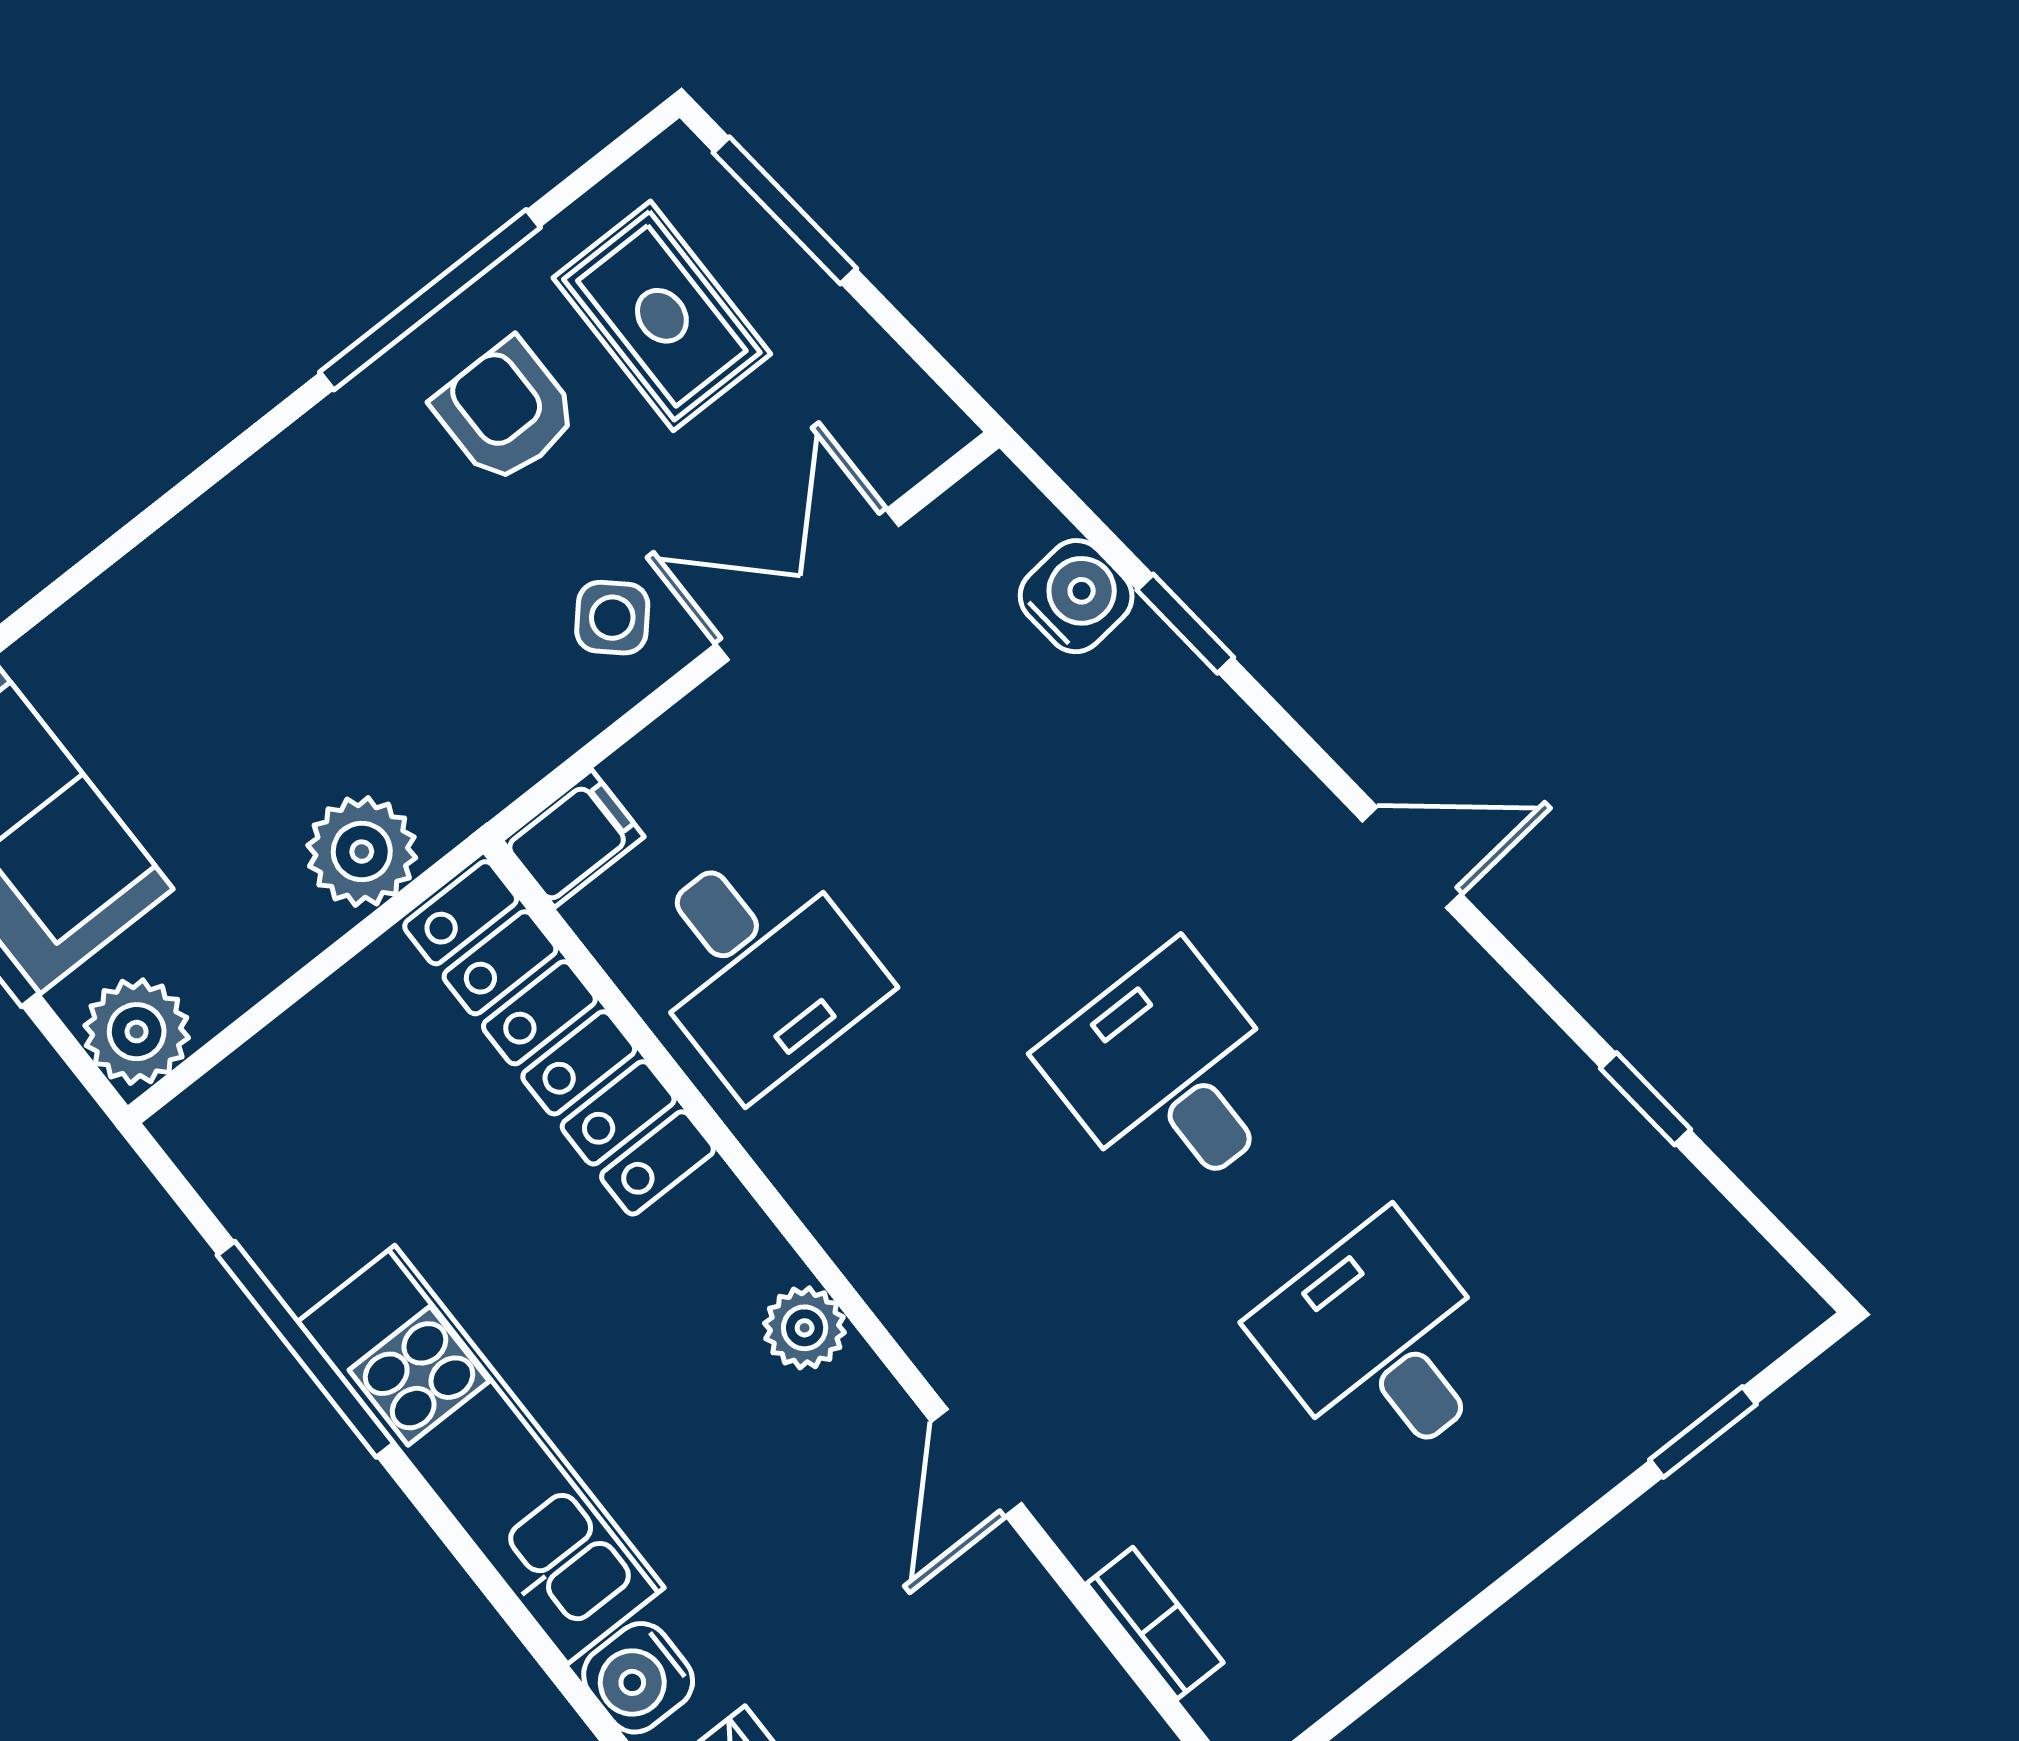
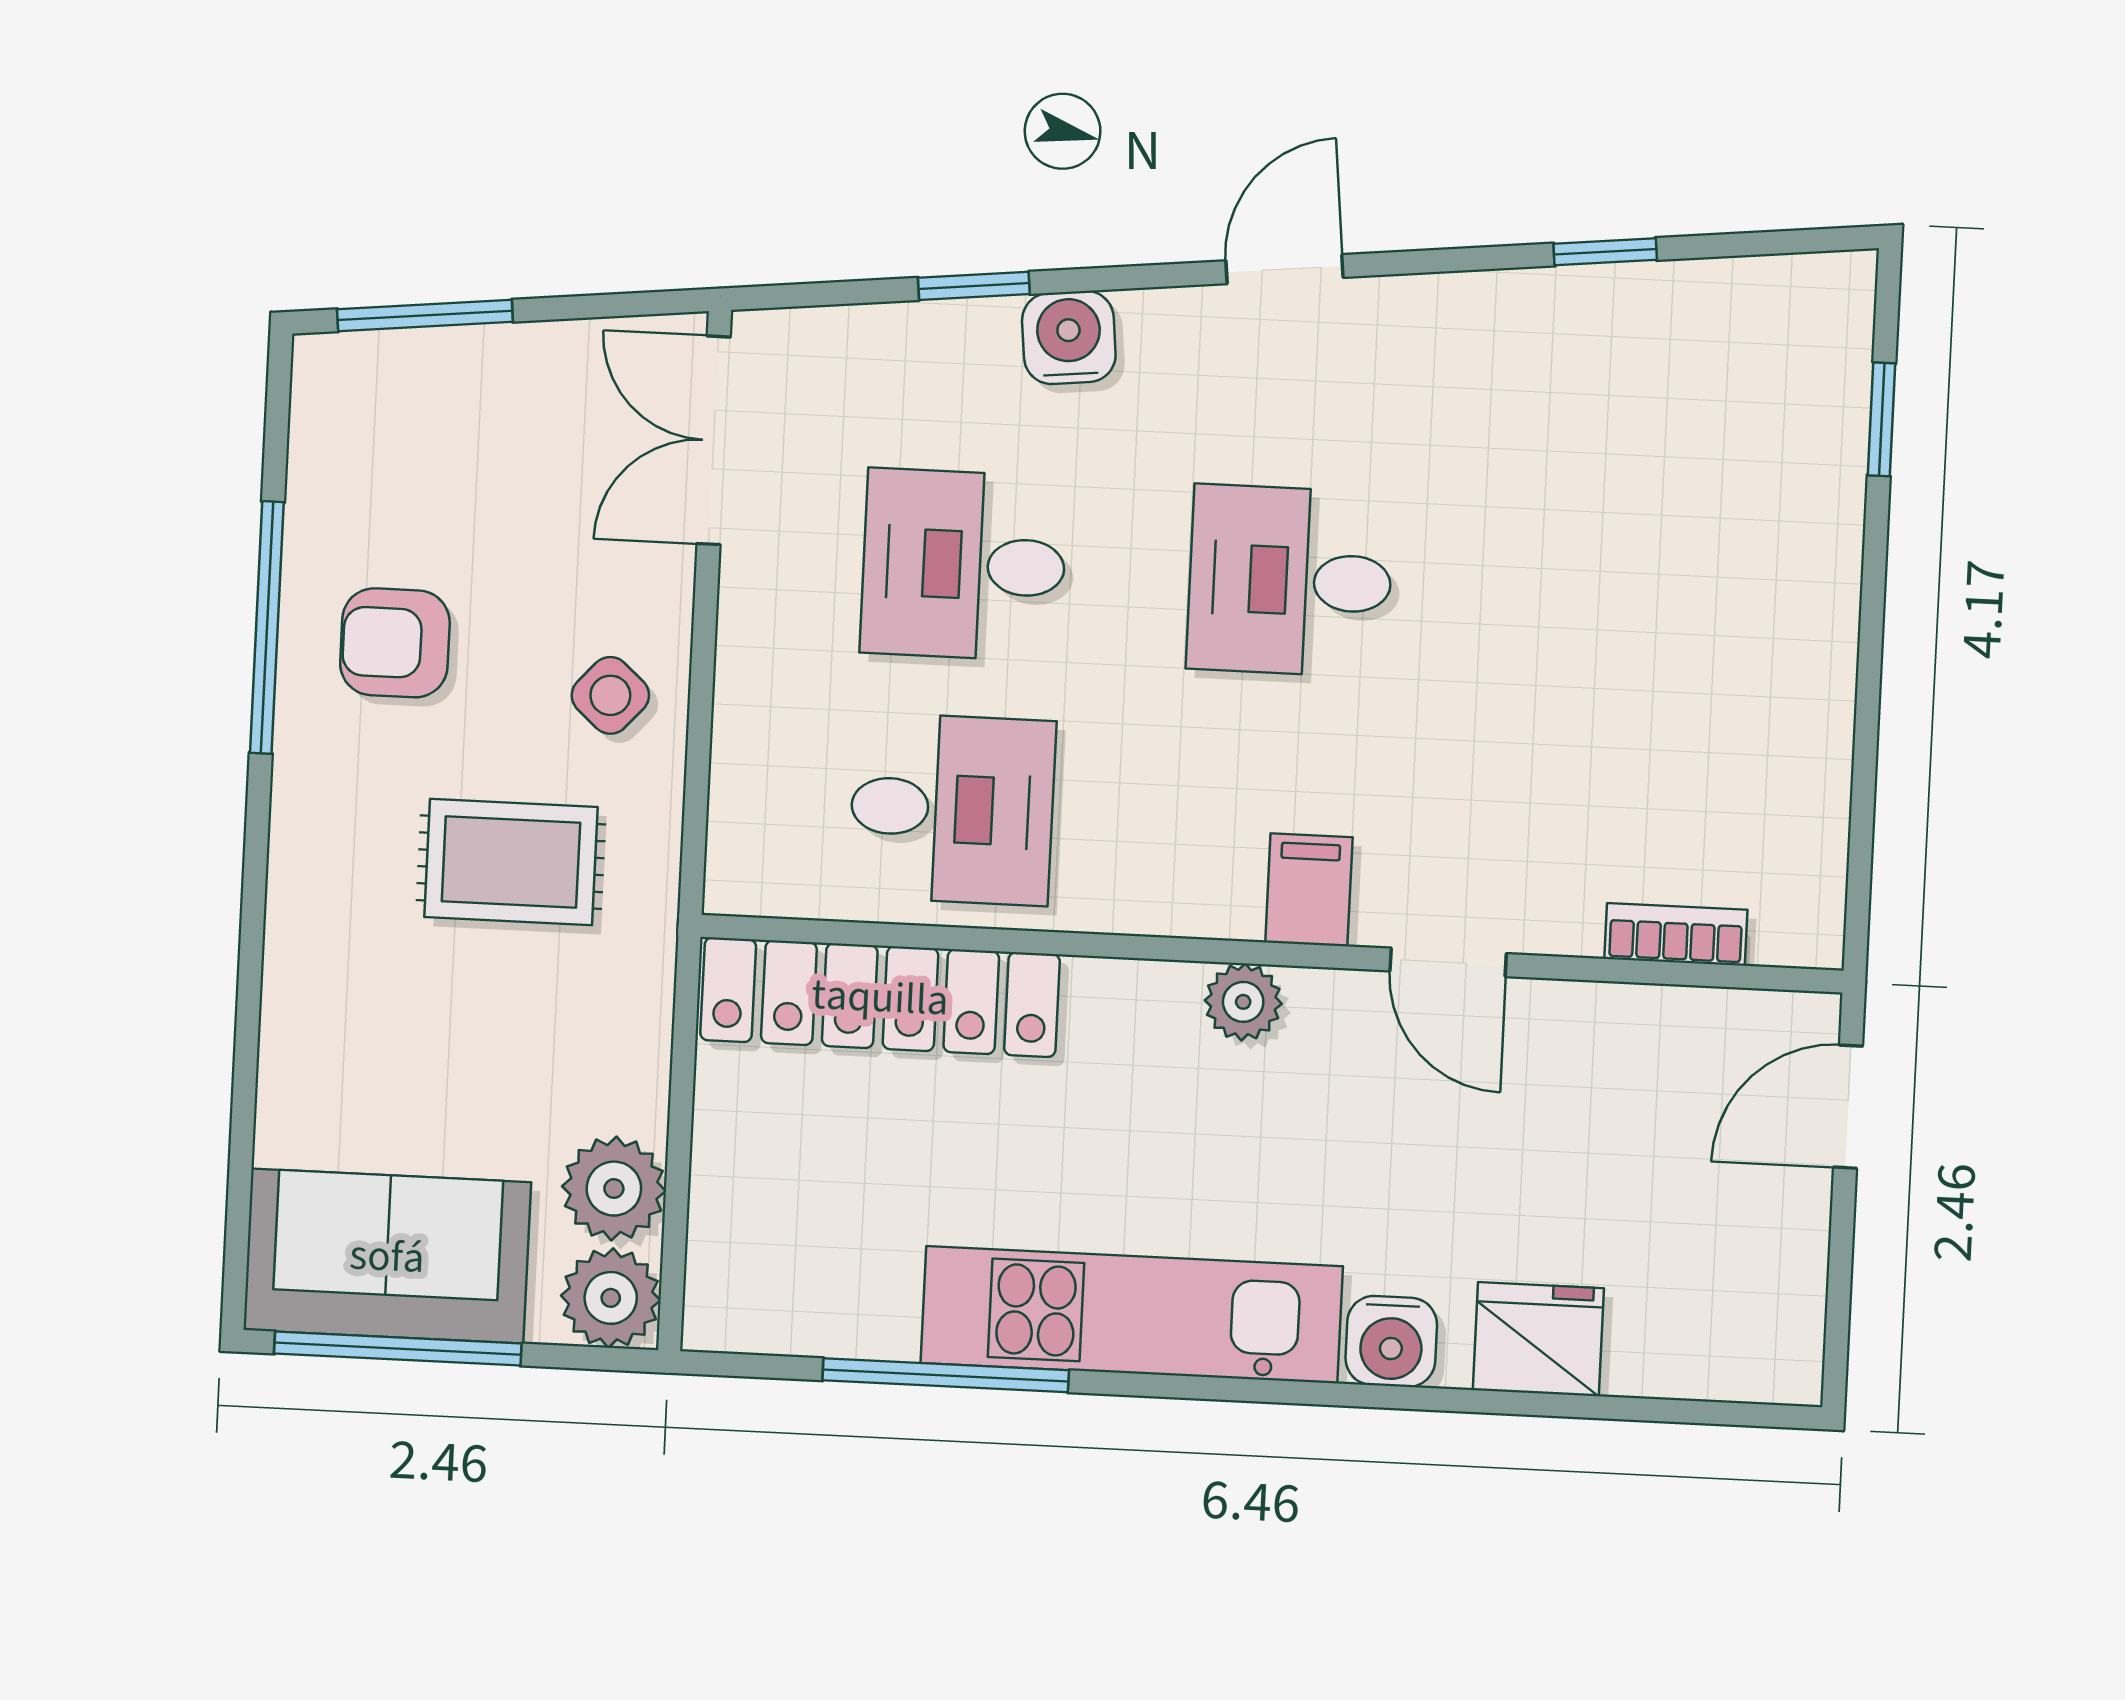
rug: (662, 316) -> (511, 862), moved
double door: (807, 585) -> (714, 440), moved
water cooler: (1076, 596) -> (1069, 337), moved
filing cabinet: (573, 839) -> (1309, 890), moved
plant: (362, 852) -> (614, 1189), moved
desk: (1381, 1345) -> (964, 565), moved

